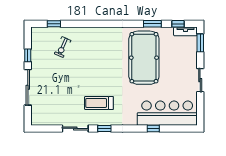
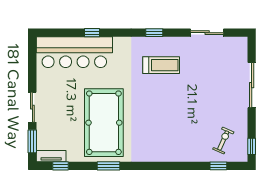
window: (152, 24) -> (108, 166), moved
exercise bike: (63, 47) -> (223, 141), moved
window: (28, 55) -> (252, 146), moved
sliding door: (200, 80) -> (32, 107), moved
sliding door: (75, 128) -> (207, 33), moved

